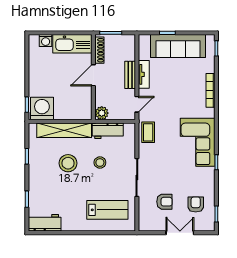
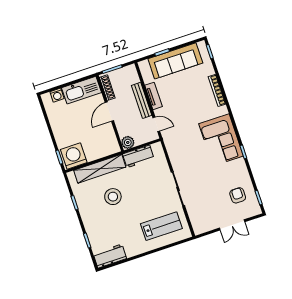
bench: (130, 75) -> (142, 100), width x1.36
door: (137, 104) -> (156, 124), hinge flipped
coffee table: (148, 132) -> (174, 146), removed
stool: (100, 163) -> (141, 187), removed
armchair: (164, 202) -> (209, 202), removed
double door: (180, 233) -> (232, 225), swing flipped

